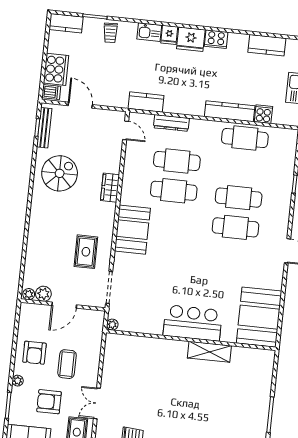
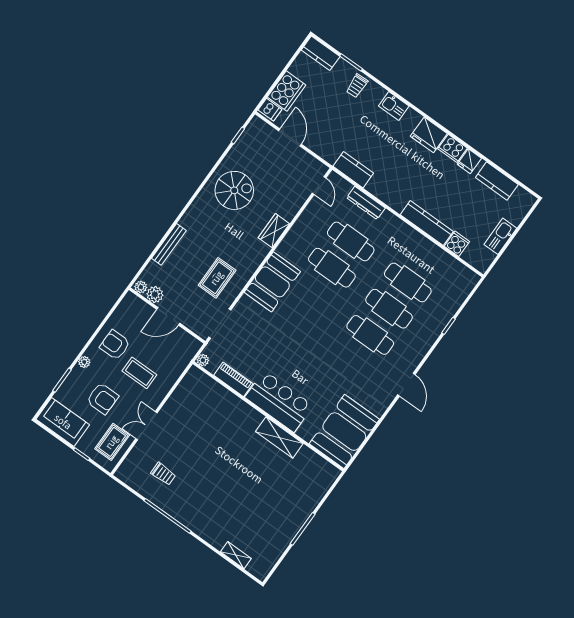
fridge: (169, 35) -> (469, 161), moved
bench: (44, 128) -> (169, 244), moved
cafe table: (245, 138) -> (408, 282), moved
piano: (146, 326) -> (233, 379), added
armchair: (34, 353) -> (115, 345), turned 90
coffee table: (67, 364) -> (139, 373), turned 90
armchair: (49, 402) -> (102, 399), turned 180

